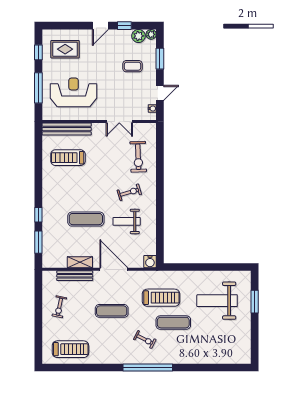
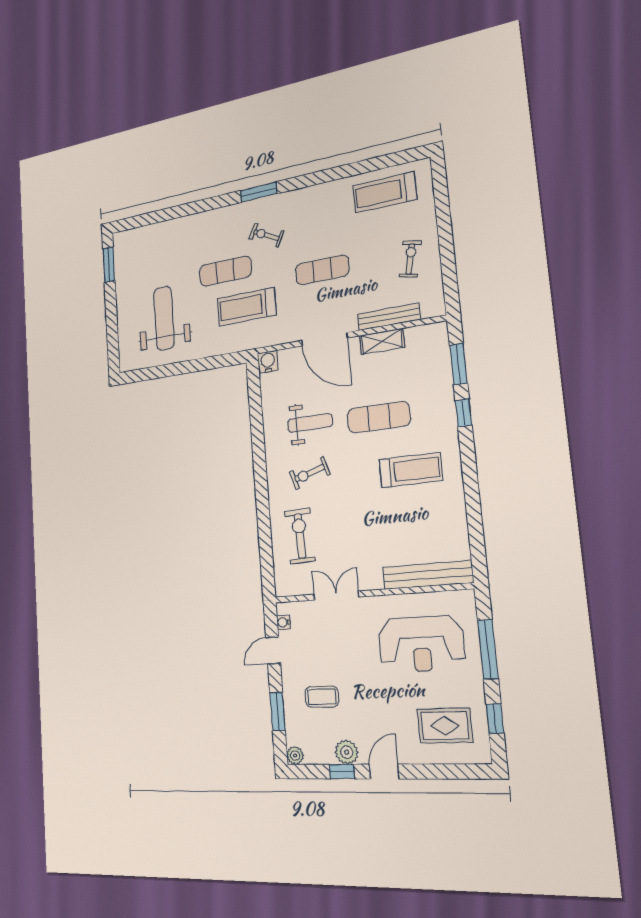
plant: (138, 36) -> (347, 752), moved
treadmill: (68, 158) -> (411, 470), moved
weight bench: (217, 301) -> (164, 318), turned -90
window: (255, 302) -> (109, 265), moved
window: (148, 368) -> (258, 192), width x0.47

